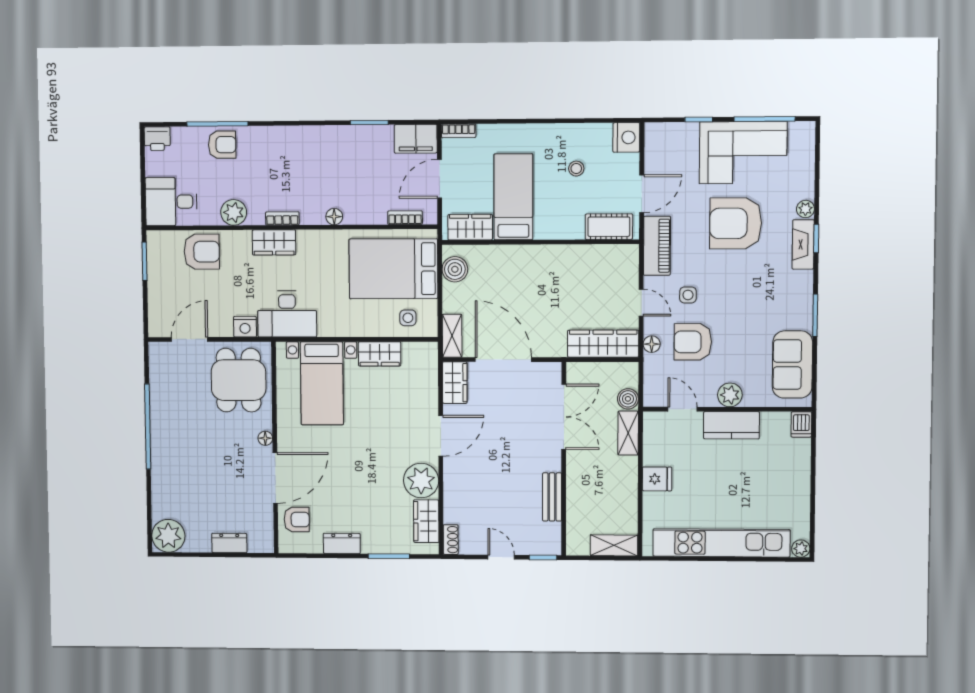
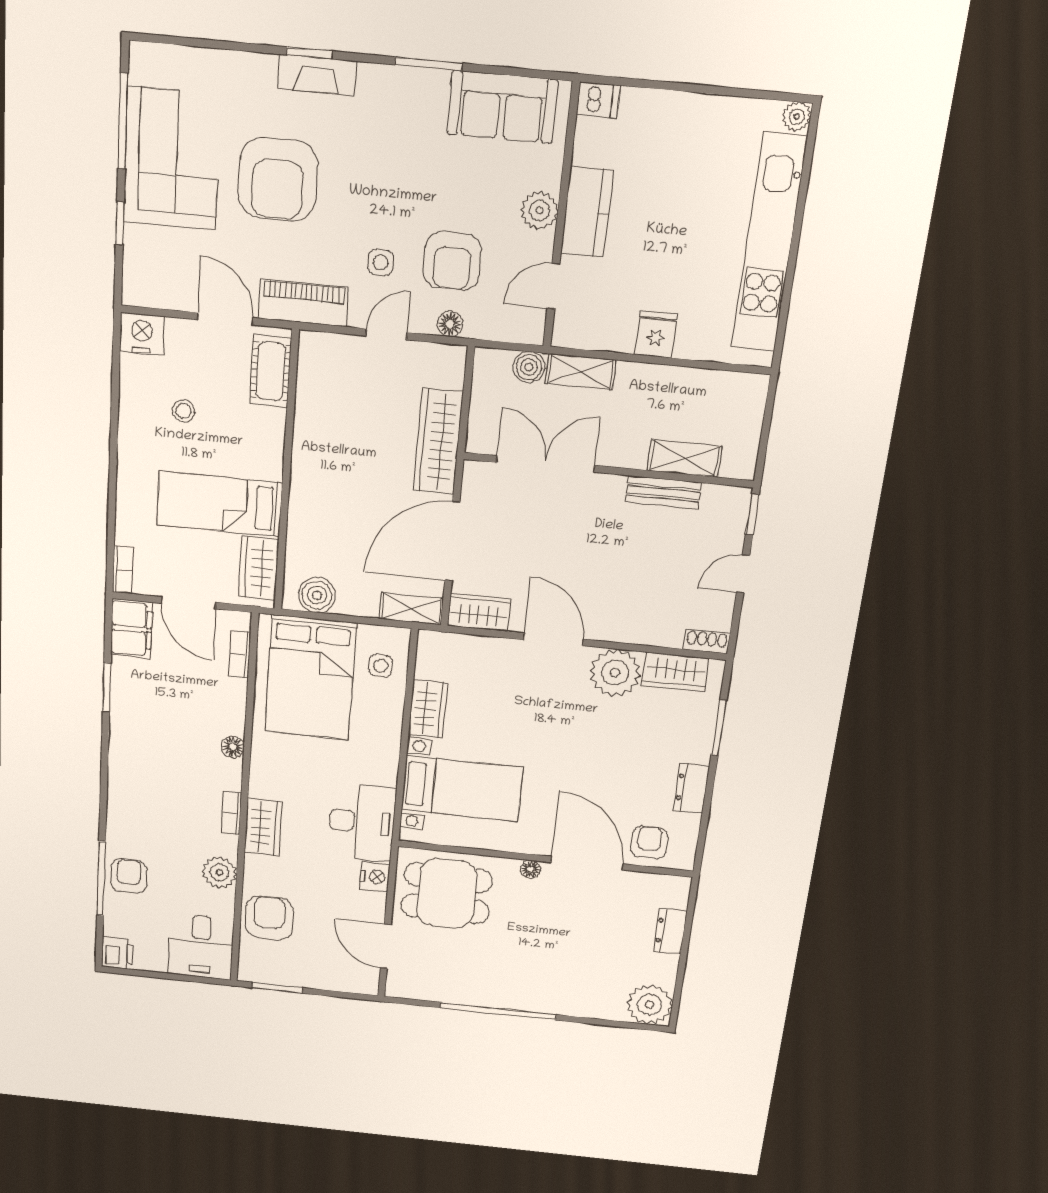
plant: (805, 209) -> (263, 67), removed
wardrobe: (603, 344) -> (438, 441), moved
shelving: (614, 545) -> (684, 458), moved, turned 90

